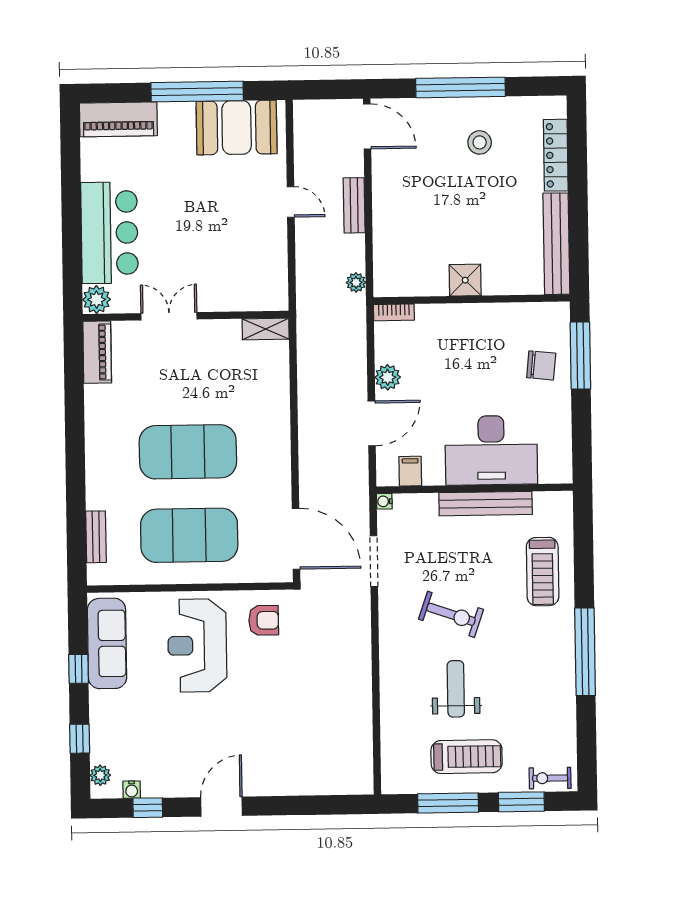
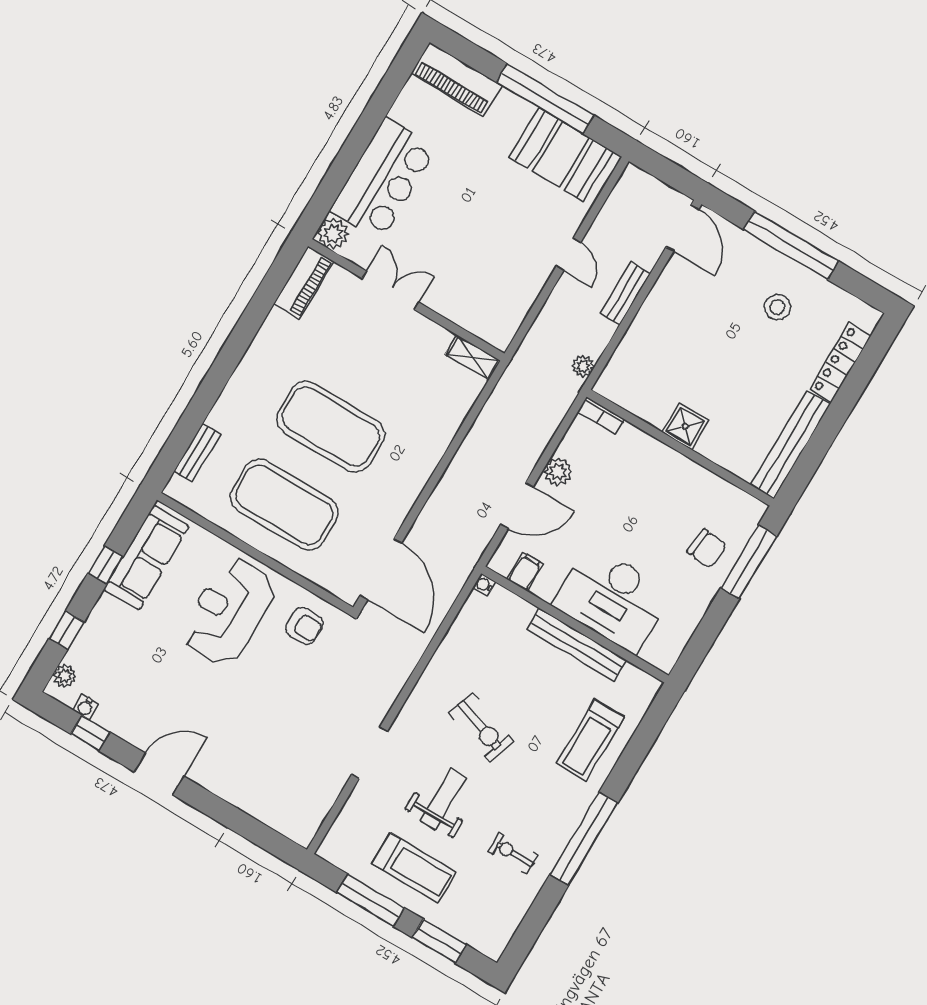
doorway: (374, 561) -> (370, 753), moved
exercise bike: (550, 778) -> (513, 853), moved

